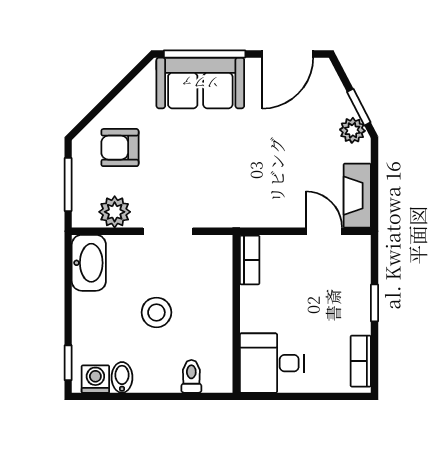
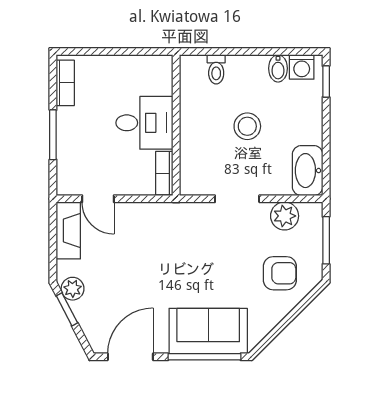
window: (374, 303) -> (53, 135), width x1.50
desk: (272, 363) -> (144, 123), moved

